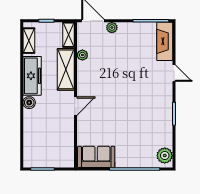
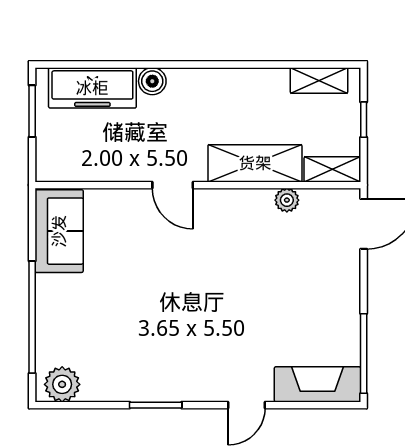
plant: (112, 28) -> (348, 266), removed
freezer: (32, 76) -> (92, 88), moved
boiler: (29, 103) -> (152, 81), moved

